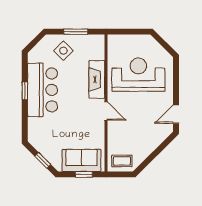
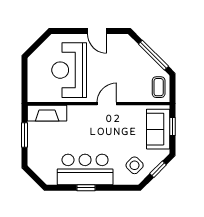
side table: (63, 51) -> (135, 165), moved
fireplace: (97, 79) -> (47, 113), moved
door: (176, 114) -> (97, 31), moved
window: (153, 156) -> (153, 55), added

